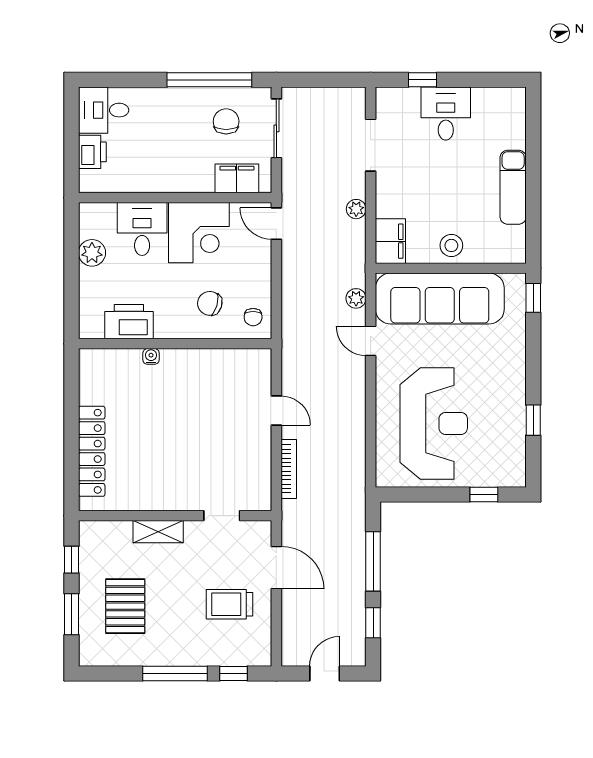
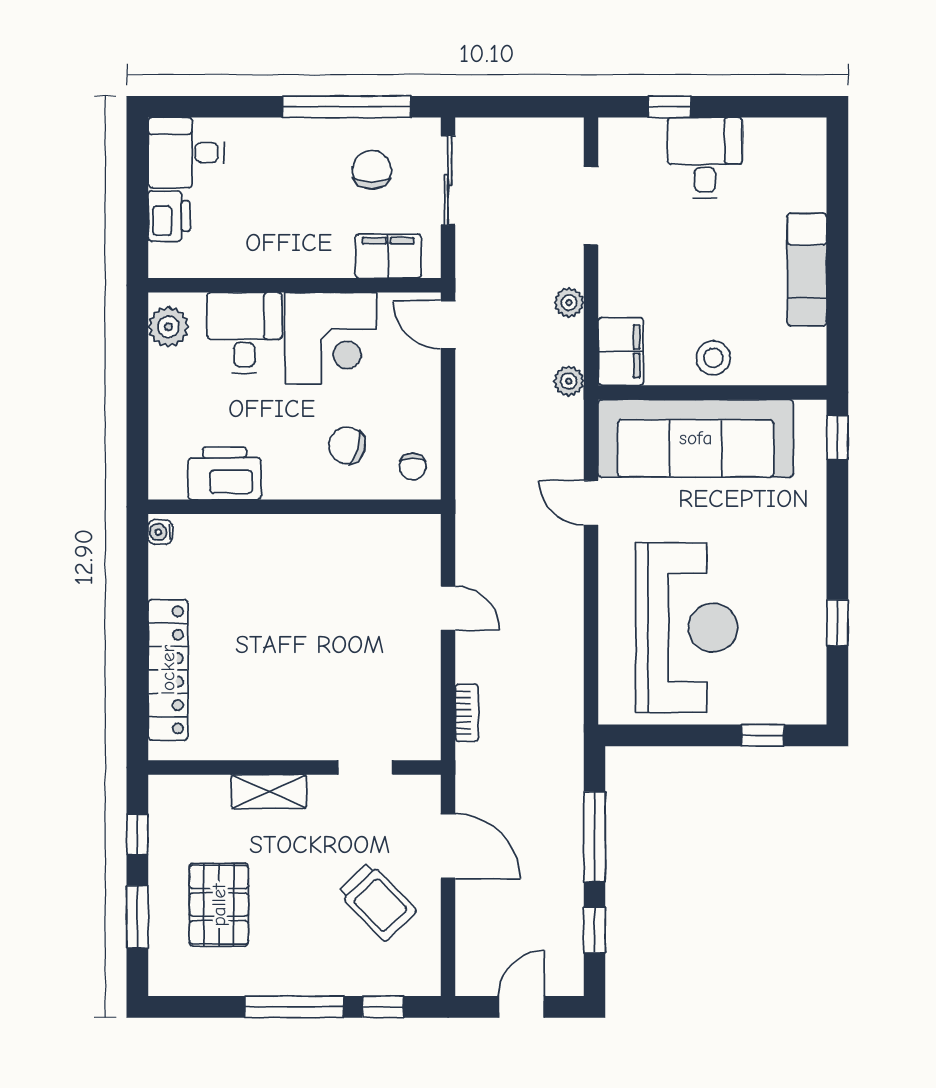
plant: (92, 253) -> (168, 327), moved
plant: (356, 298) -> (569, 381), moved
water cooler: (151, 356) -> (160, 532), moved, turned -90
bookcase: (289, 469) -> (467, 713), width x0.64
trolley: (230, 604) -> (377, 902), turned -134

